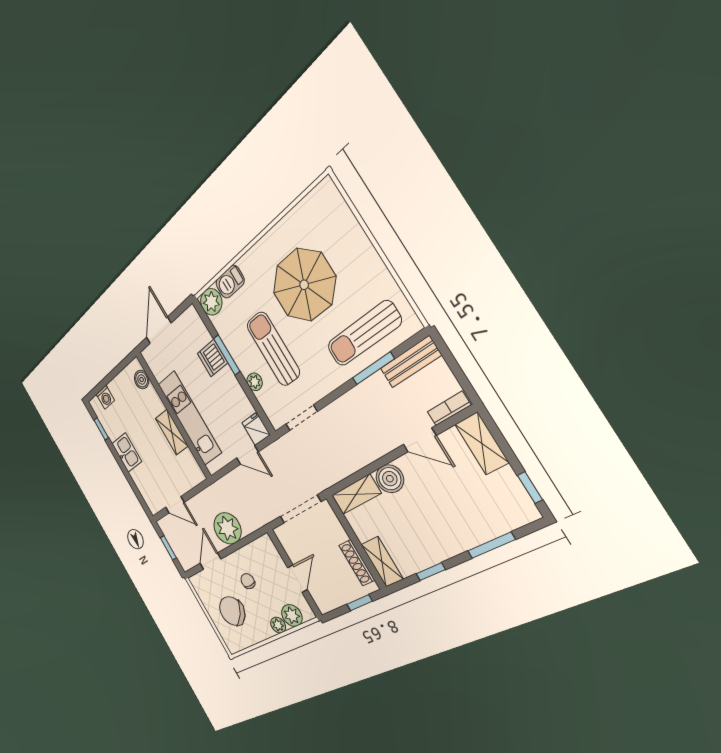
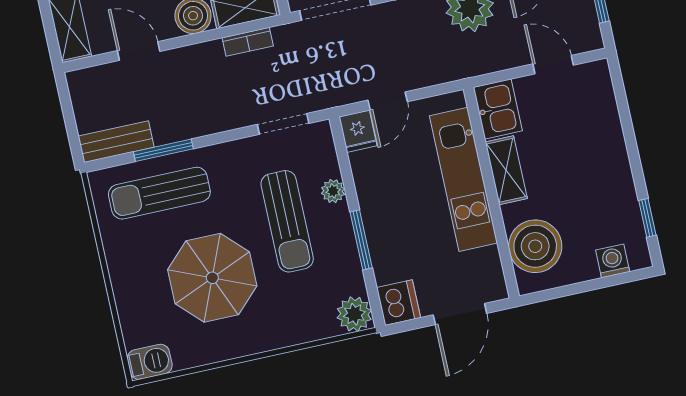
barbecue: (230, 282) -> (150, 362), moved
sun lounger: (364, 334) -> (159, 193), turned 180
dishwasher: (213, 358) -> (399, 303), moved
boiler: (142, 380) -> (535, 246), width x1.86, depth x1.86
bookcase: (449, 408) -> (248, 42), moved
kitchen sink: (127, 453) -> (498, 109), moved, turned 180
door: (247, 455) -> (388, 101), swing flipped

